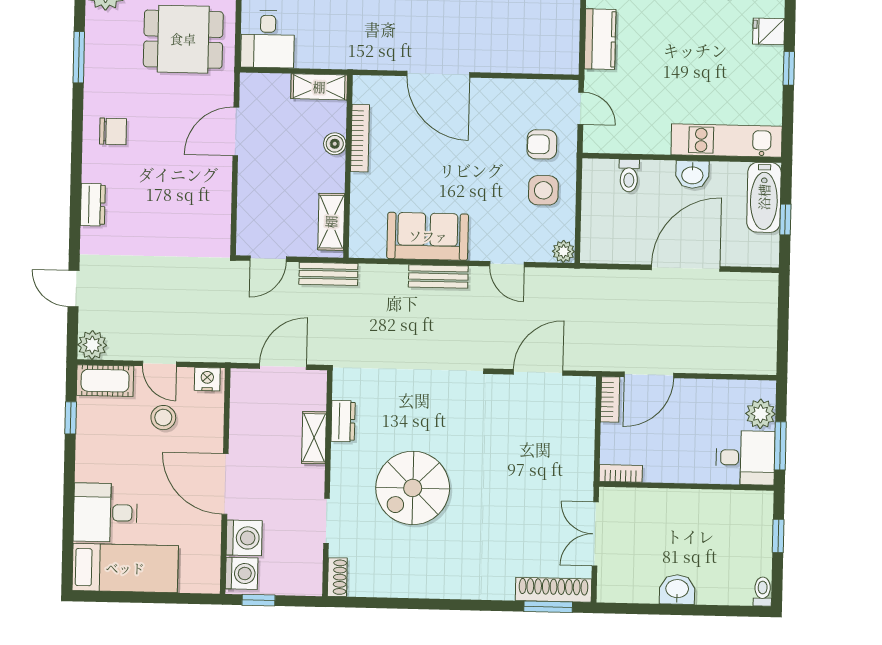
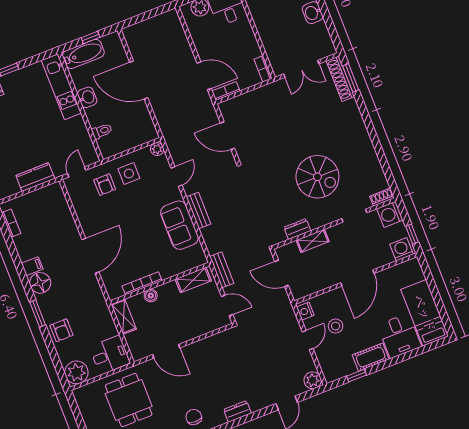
cot: (105, 381) -> (371, 357), moved, turned 90
washing machine: (244, 538) -> (390, 214), moved, turned -90

